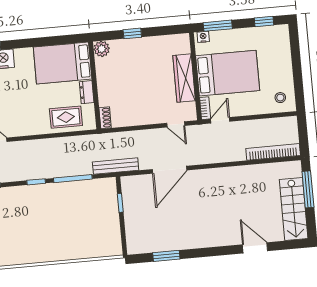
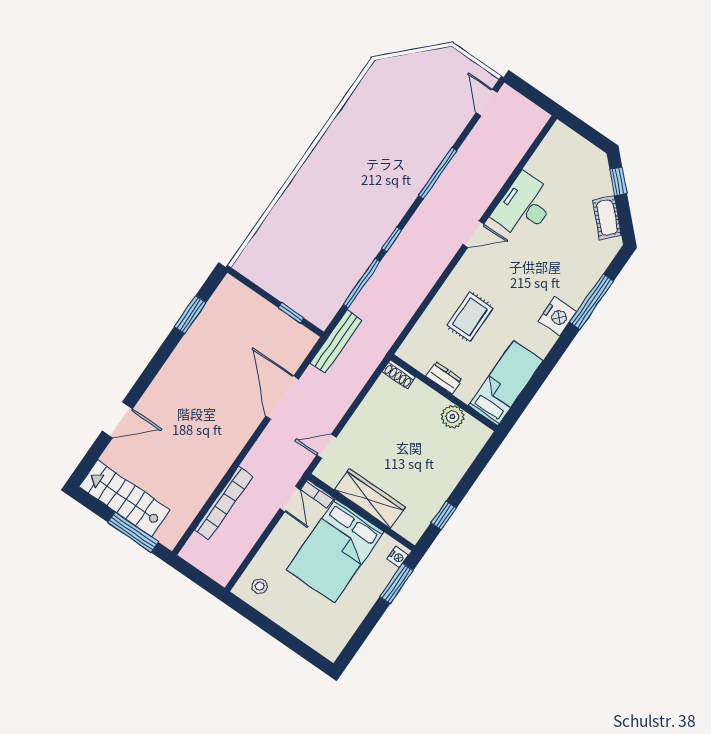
window: (264, 22) -> (358, 638), removed
window: (132, 33) -> (444, 515), moved
plant: (102, 49) -> (452, 417), moved
bed: (63, 63) -> (506, 383), width x0.67
rug: (66, 117) -> (470, 317), moved
bookcase: (273, 152) -> (224, 503), moved

